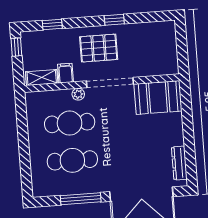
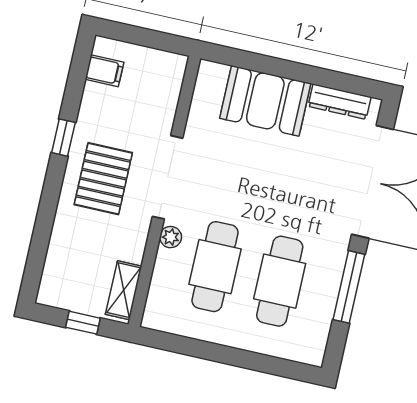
window: (52, 24) -> (39, 245), removed
window: (16, 47) -> (83, 323), moved
filing cabinet: (65, 73) -> (104, 71), moved, turned 180
booth: (158, 98) -> (265, 101), moved, turned 90

